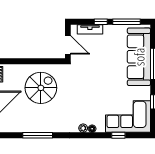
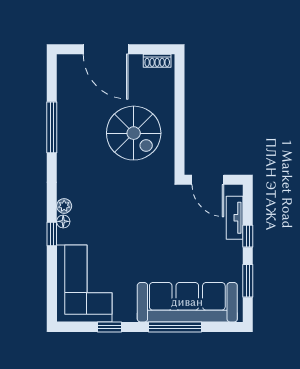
window: (126, 22) -> (248, 281), width x0.69
door: (68, 45) -> (208, 180), hinge flipped
window: (118, 135) -> (52, 234), moved

